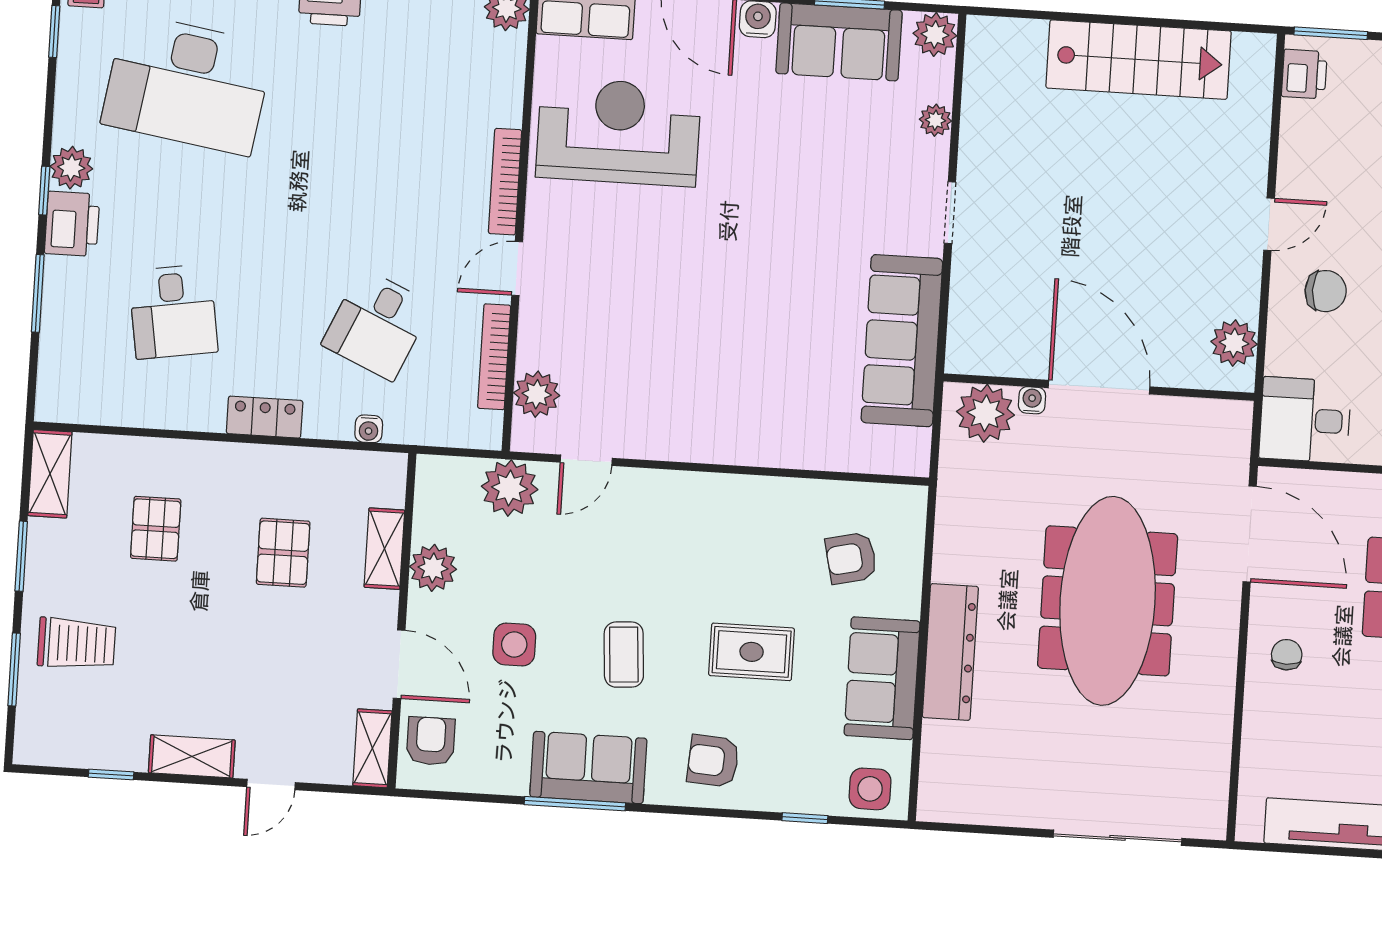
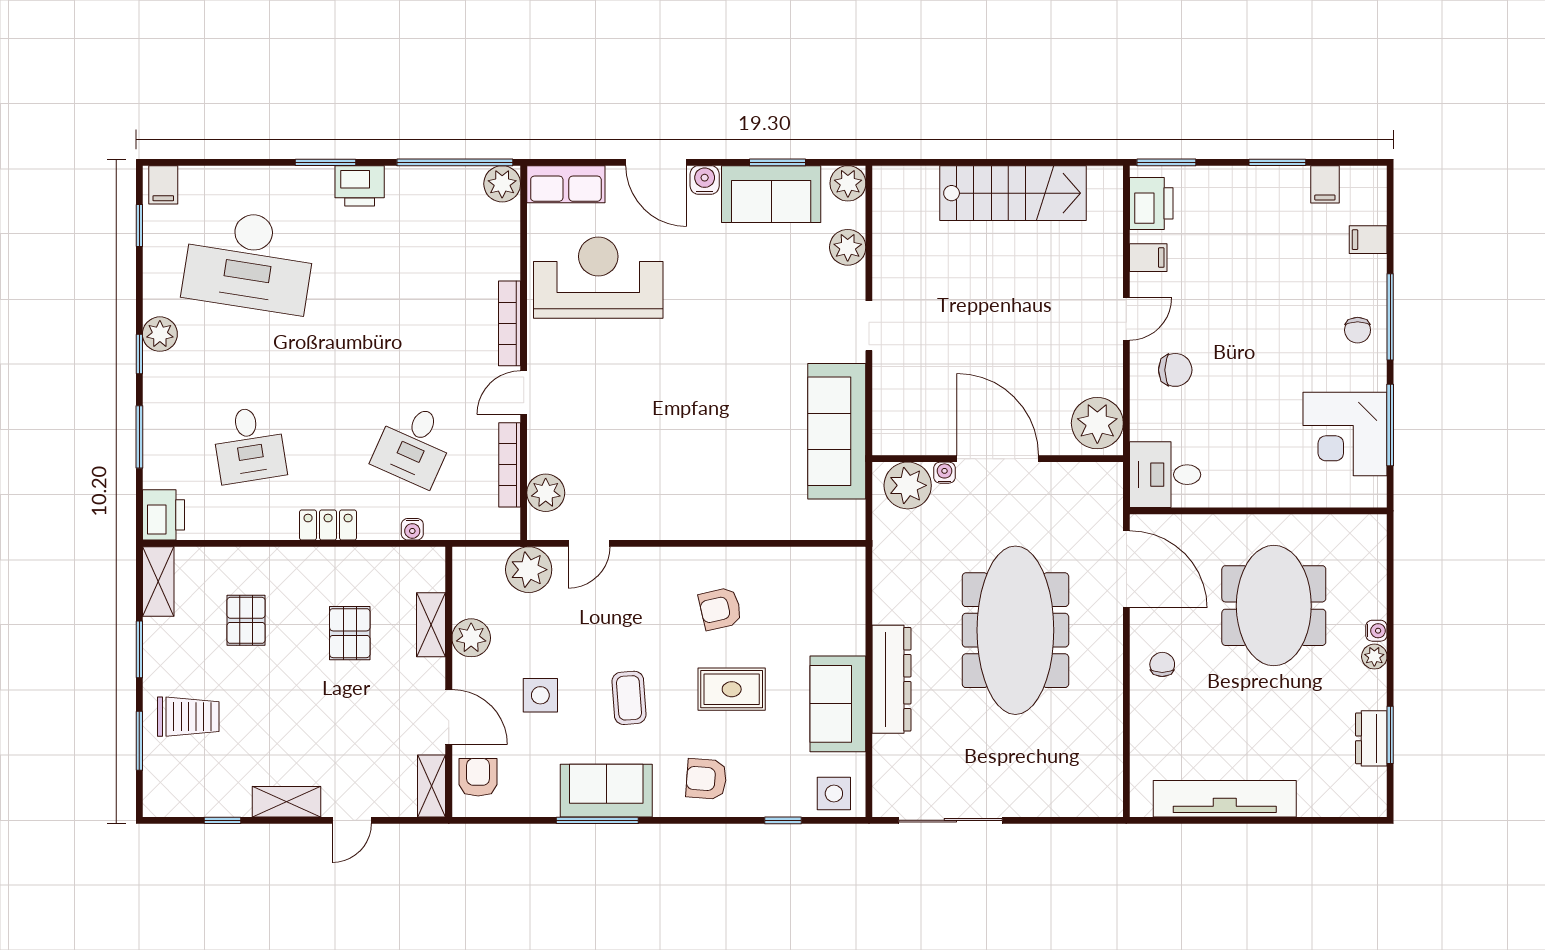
printer: (1304, 74) -> (1151, 203), width x1.36, depth x1.24
plant: (935, 120) -> (848, 247), width x1.38, depth x1.38
filing cabinet: (1301, 150) -> (1148, 258), added
printer: (72, 224) -> (163, 515), moved
plant: (1234, 343) -> (1097, 423), width x1.36, depth x1.36
armchair: (851, 558) -> (720, 609), moved
sliding door: (1117, 838) -> (950, 820), moved

